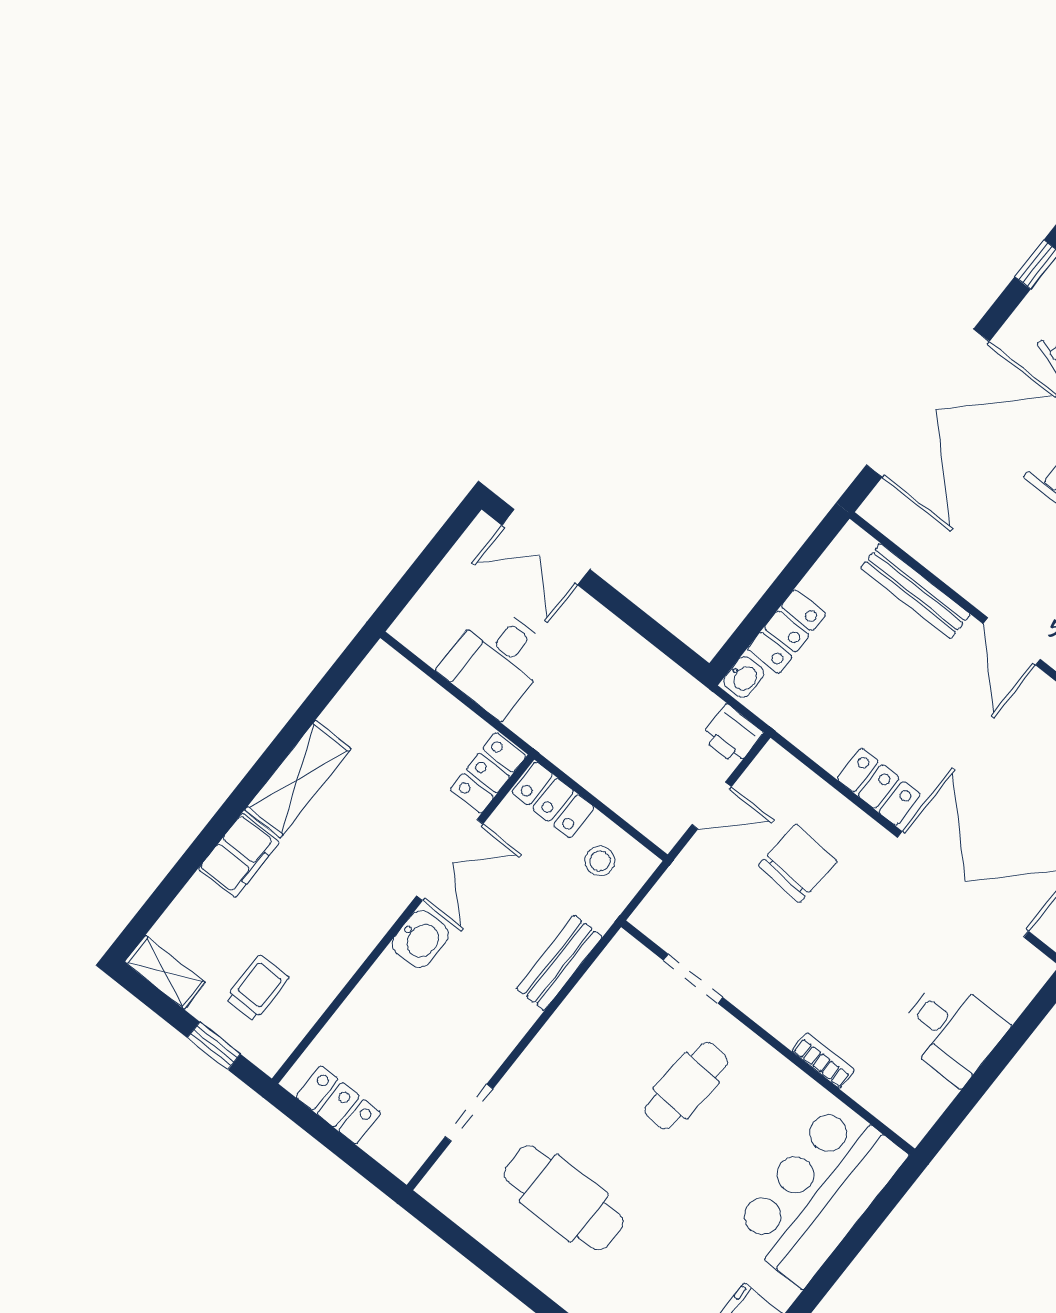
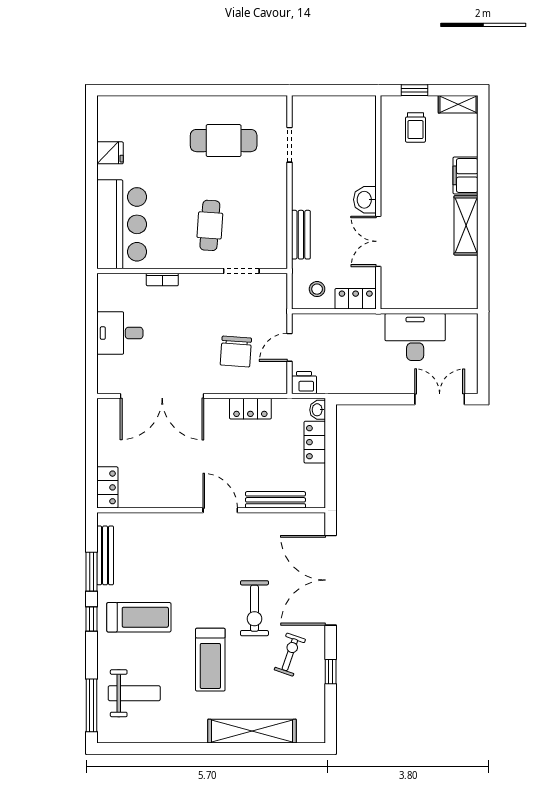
desk: (496, 661) -> (415, 337), width x1.37
locker: (488, 773) -> (391, 289), removed
locker: (879, 787) -> (250, 409), moved
locker: (338, 1105) -> (345, 106), removed

